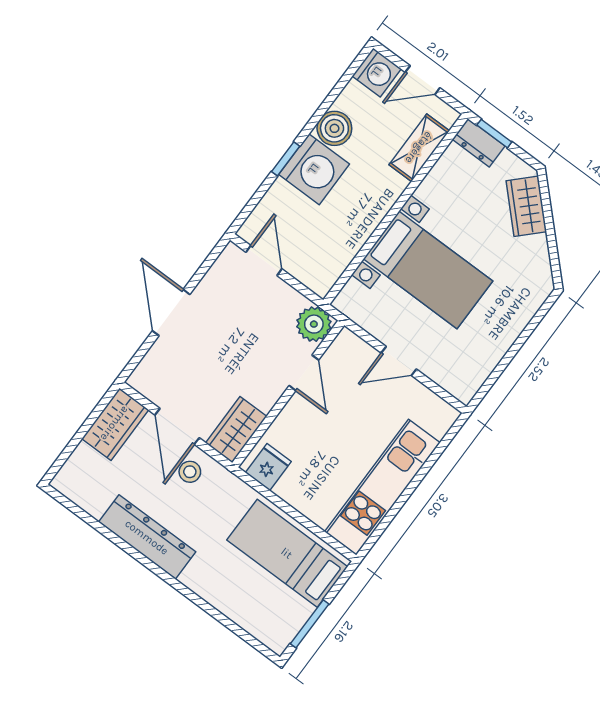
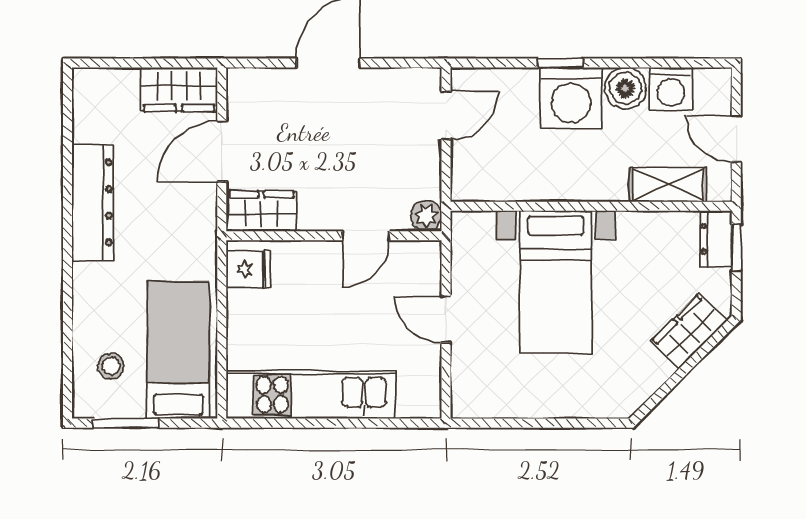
washing machine: (377, 72) -> (671, 89), moved
plant: (314, 324) -> (426, 216), width x0.73, depth x0.73
stool: (190, 472) -> (111, 366), moved

